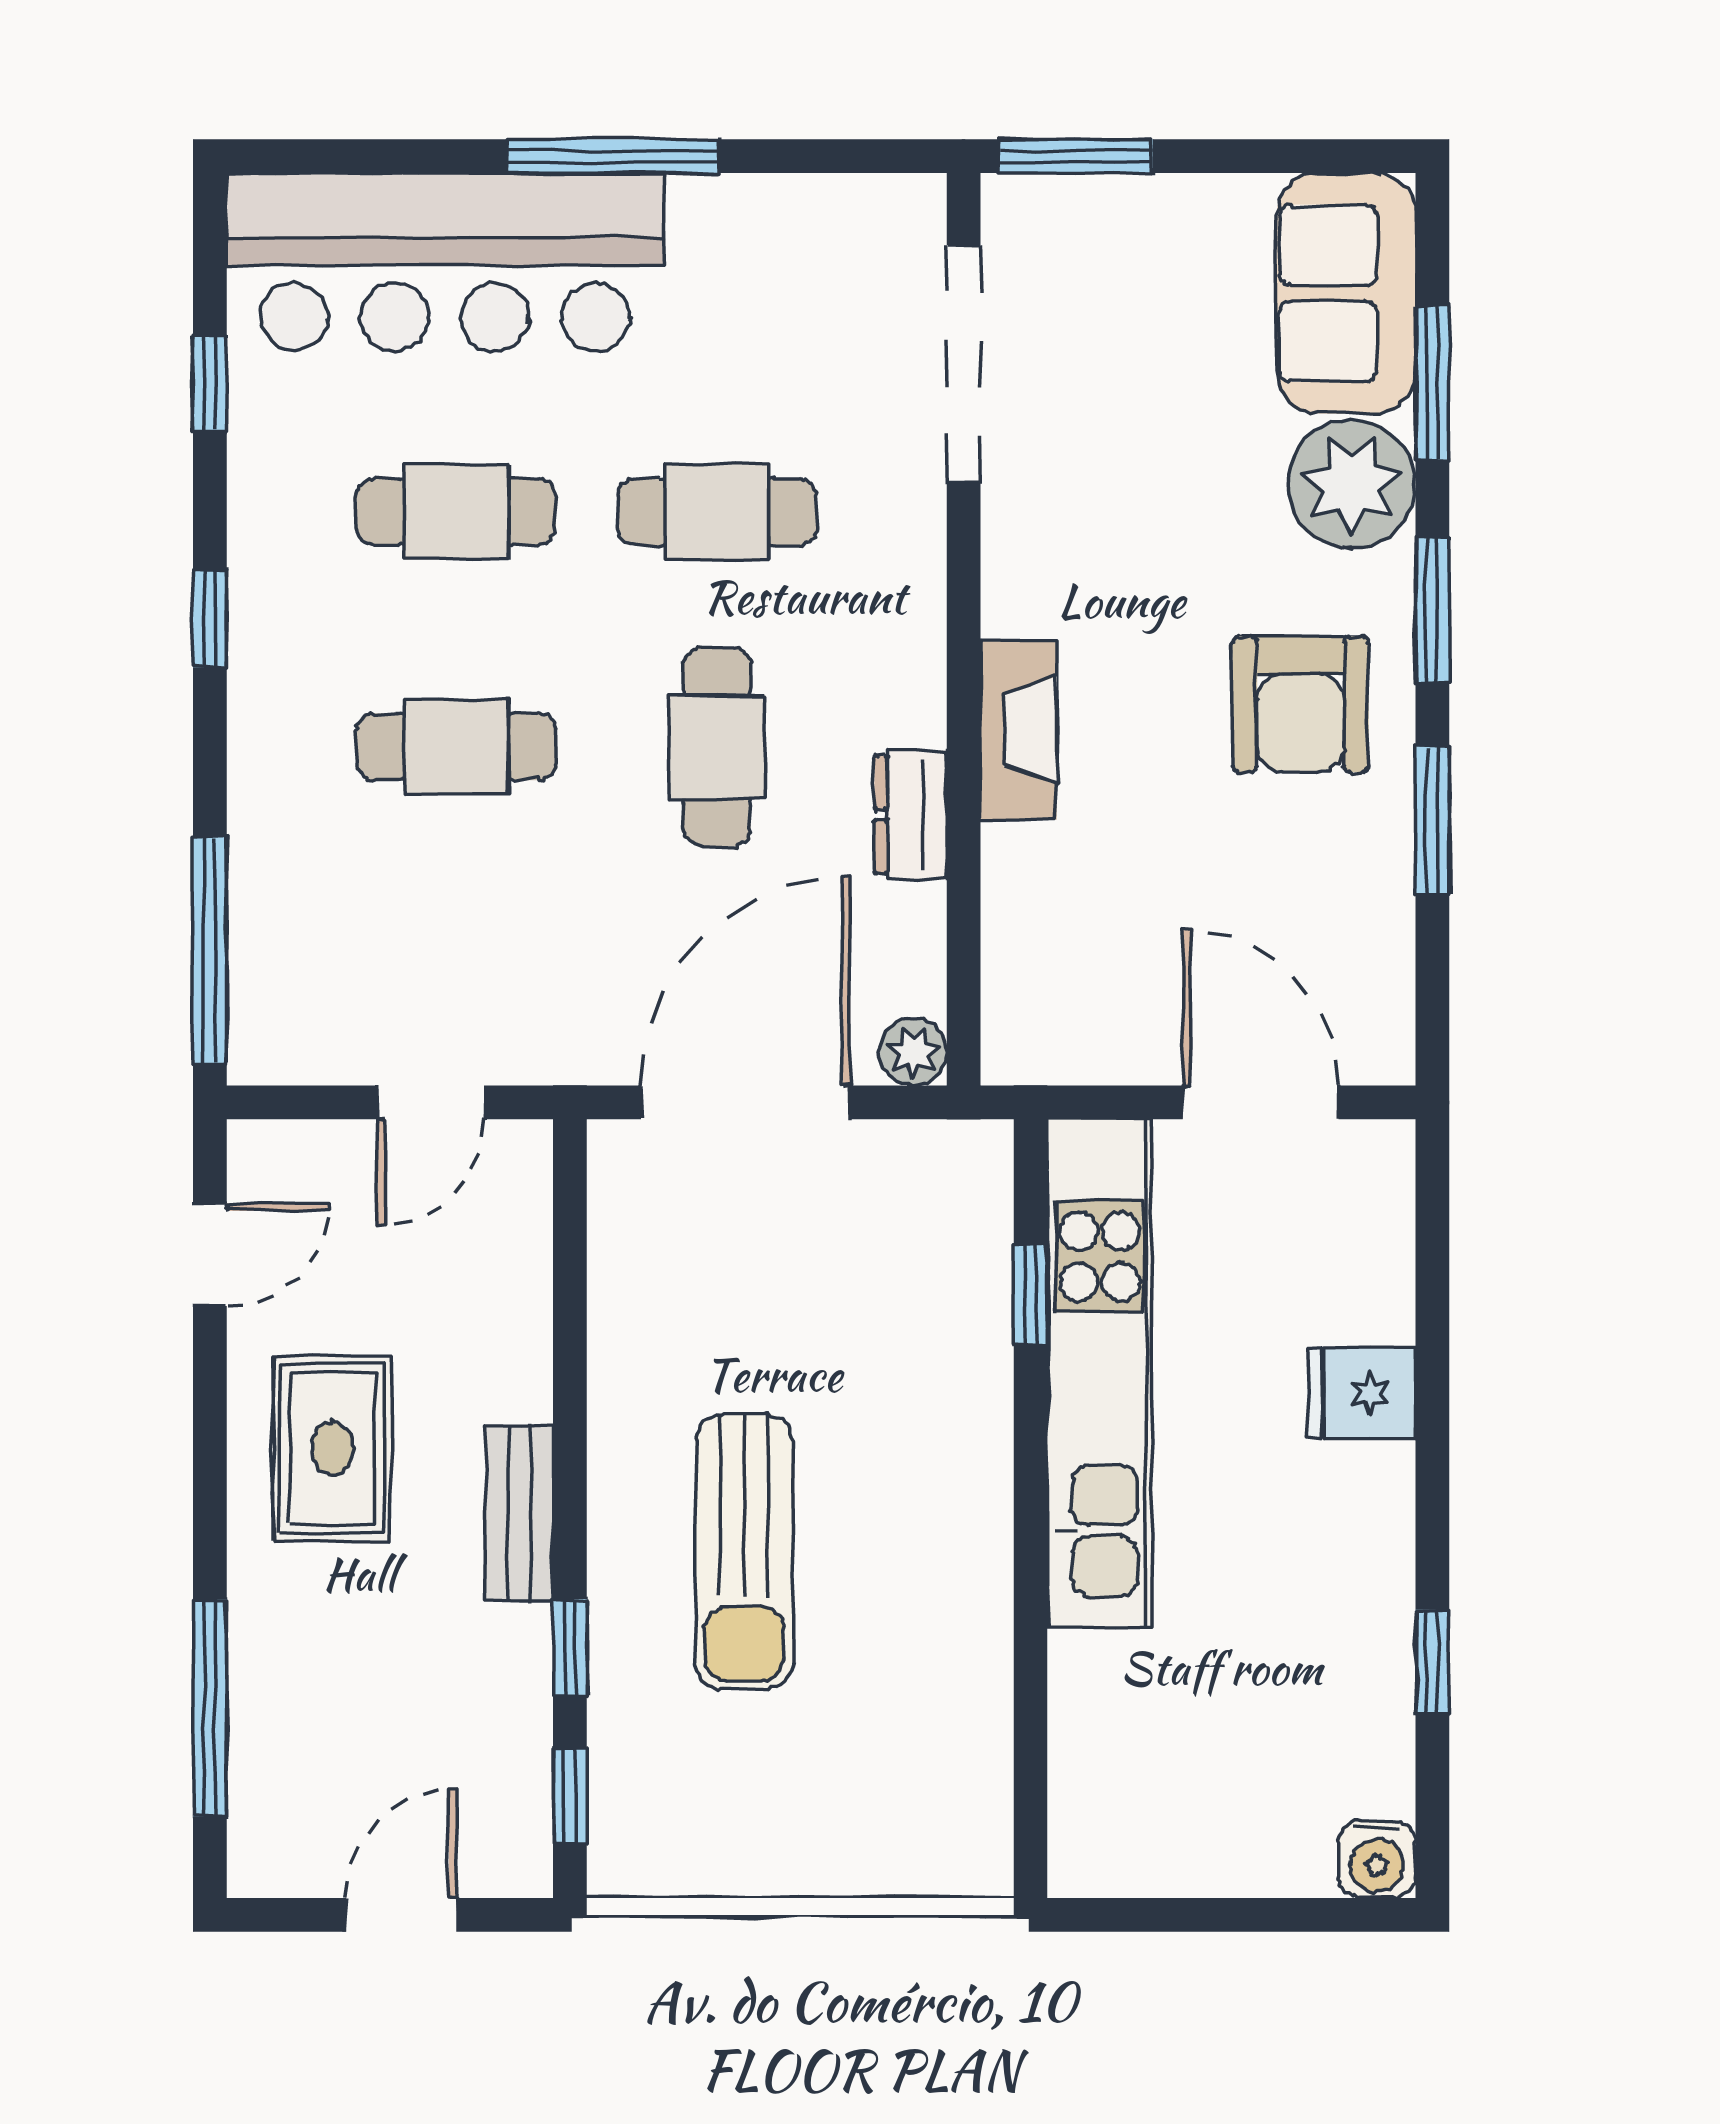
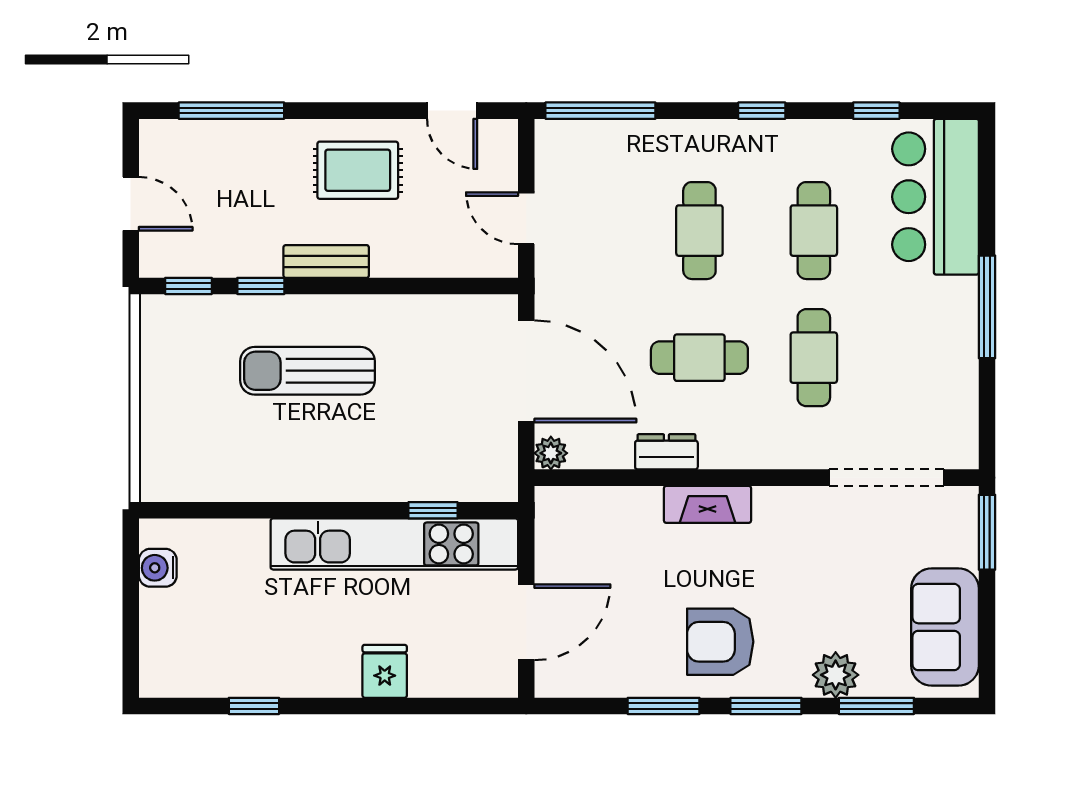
bar counter: (445, 262) -> (936, 197), width x0.73
sofa: (1346, 293) -> (945, 627), moved, turned -90
plant: (1352, 484) -> (836, 675), width x0.73, depth x0.73
water cooler: (1377, 1859) -> (158, 568), moved

